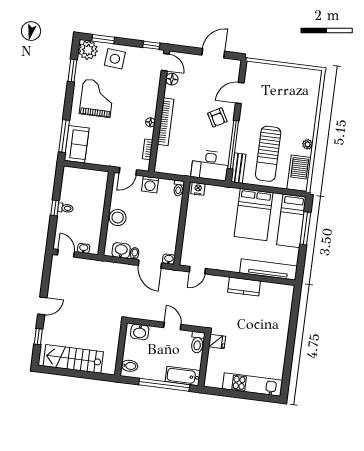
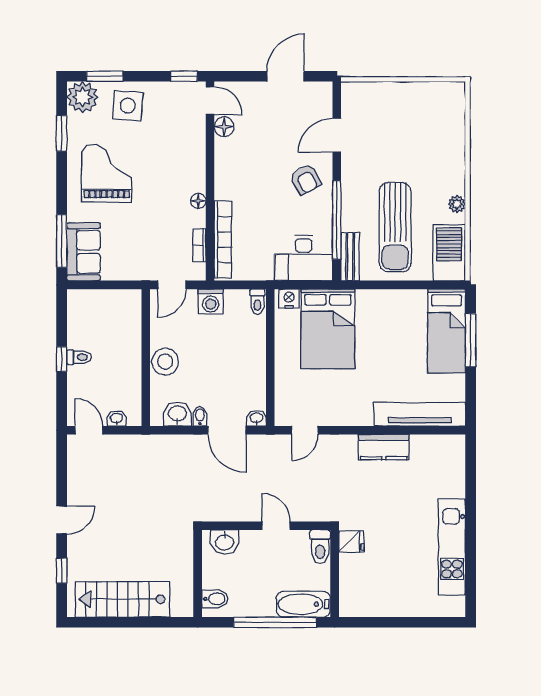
bookcase: (166, 122) -> (223, 239), moved
bed: (253, 215) -> (328, 329), moved
kitchen unit: (252, 385) -> (452, 547), moved, turned -90

